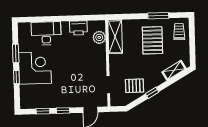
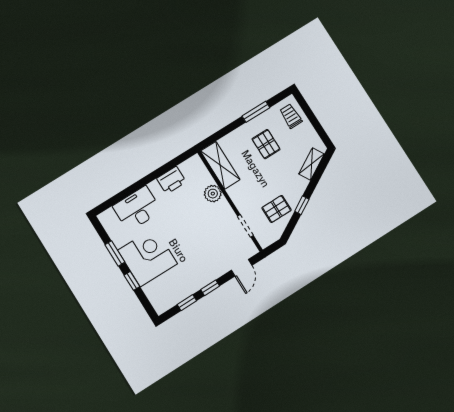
plant: (99, 37) -> (213, 194), moved
pallet: (152, 40) -> (266, 144), width x0.67, depth x0.71

